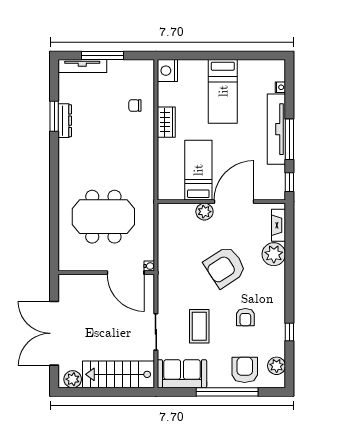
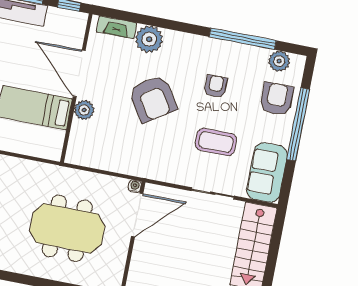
meeting table: (103, 217) -> (67, 228), turned 90
armchair: (245, 317) -> (216, 86), turned -90
window: (289, 332) -> (243, 39), width x3.17
armchair: (245, 370) -> (277, 99), turned 90

